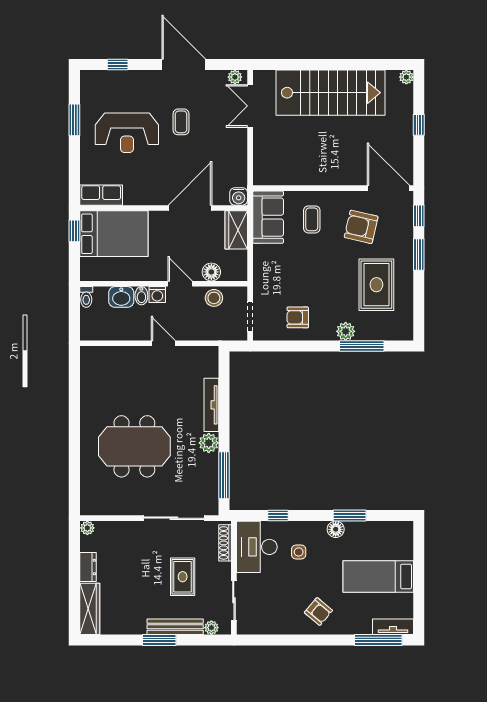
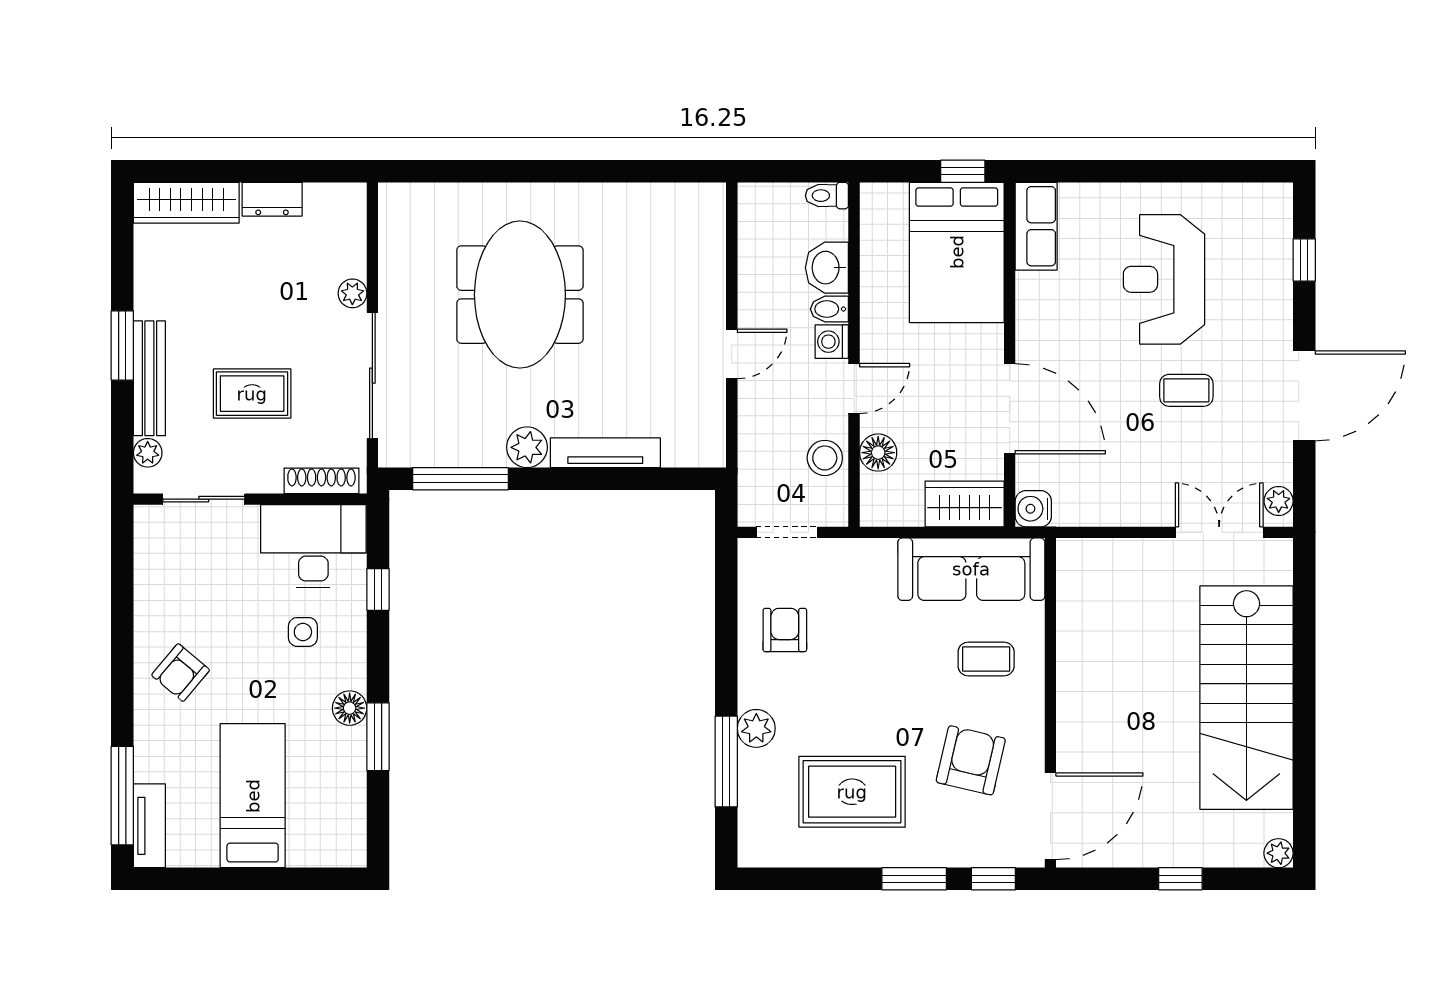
window: (74, 120) -> (1191, 171), removed
sofa: (268, 217) -> (971, 569), width x1.36
plant: (87, 528) -> (352, 293), moved

